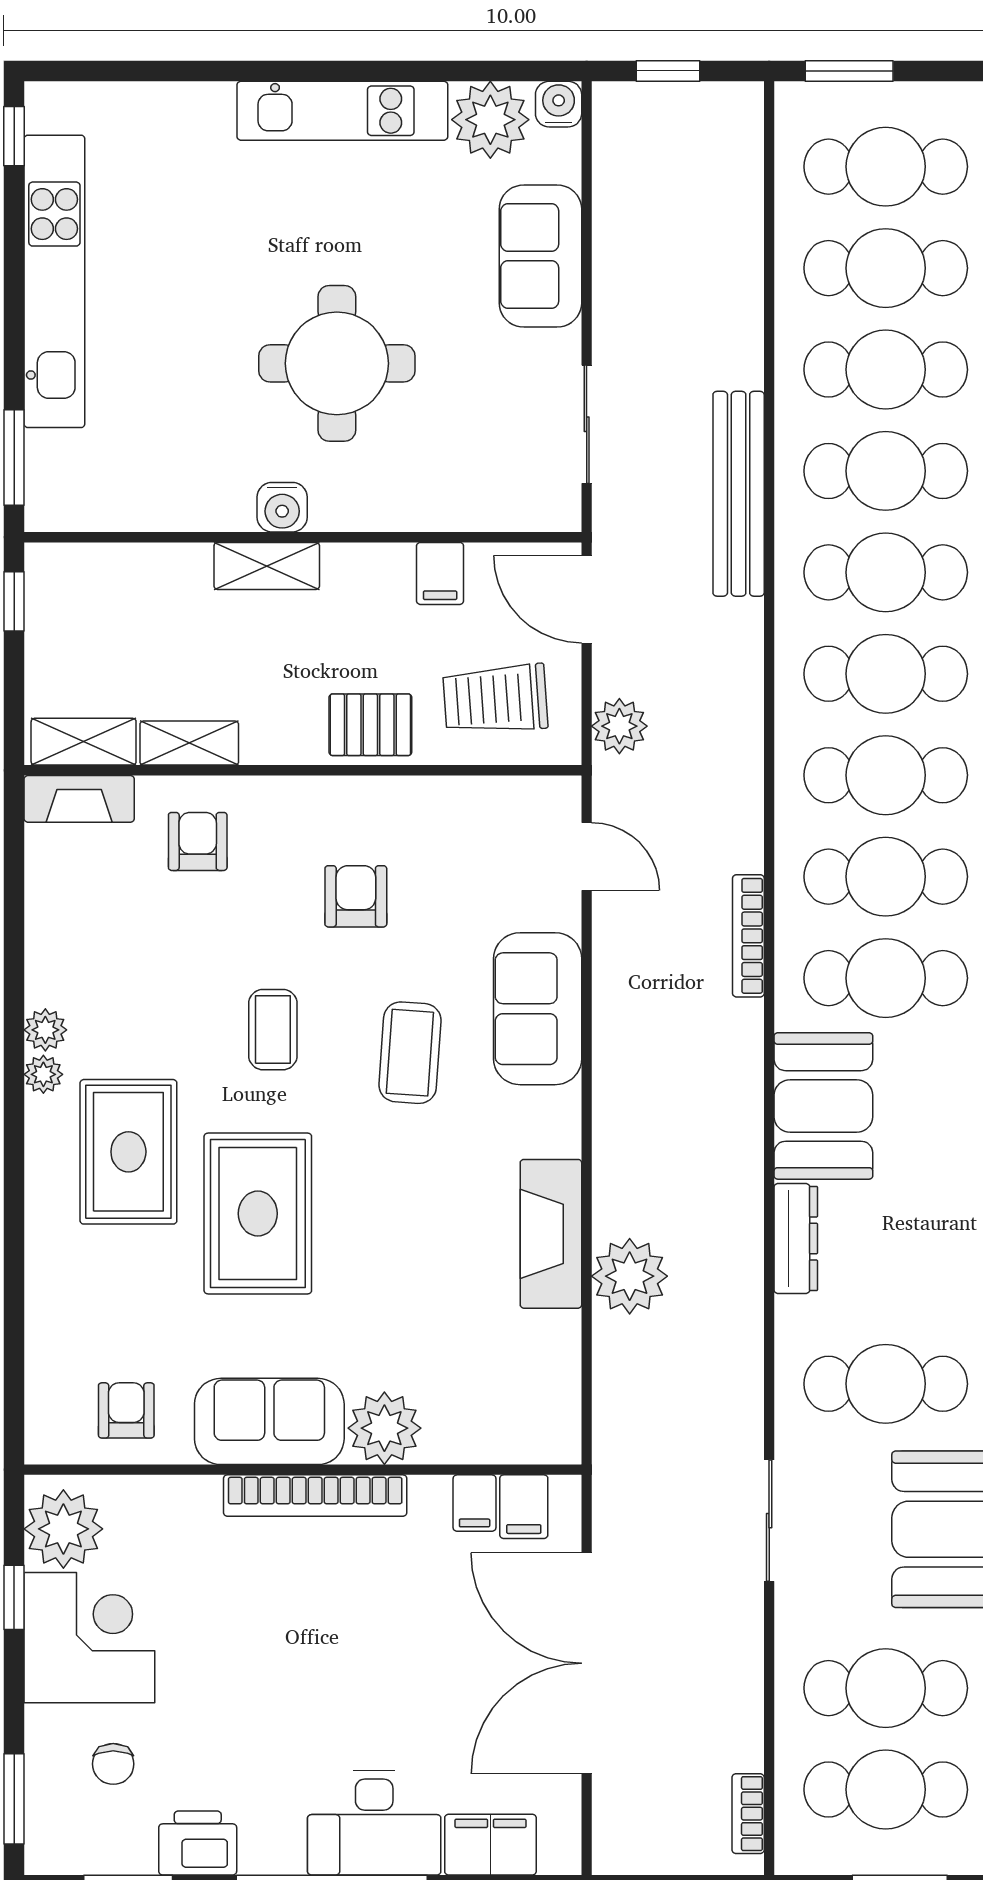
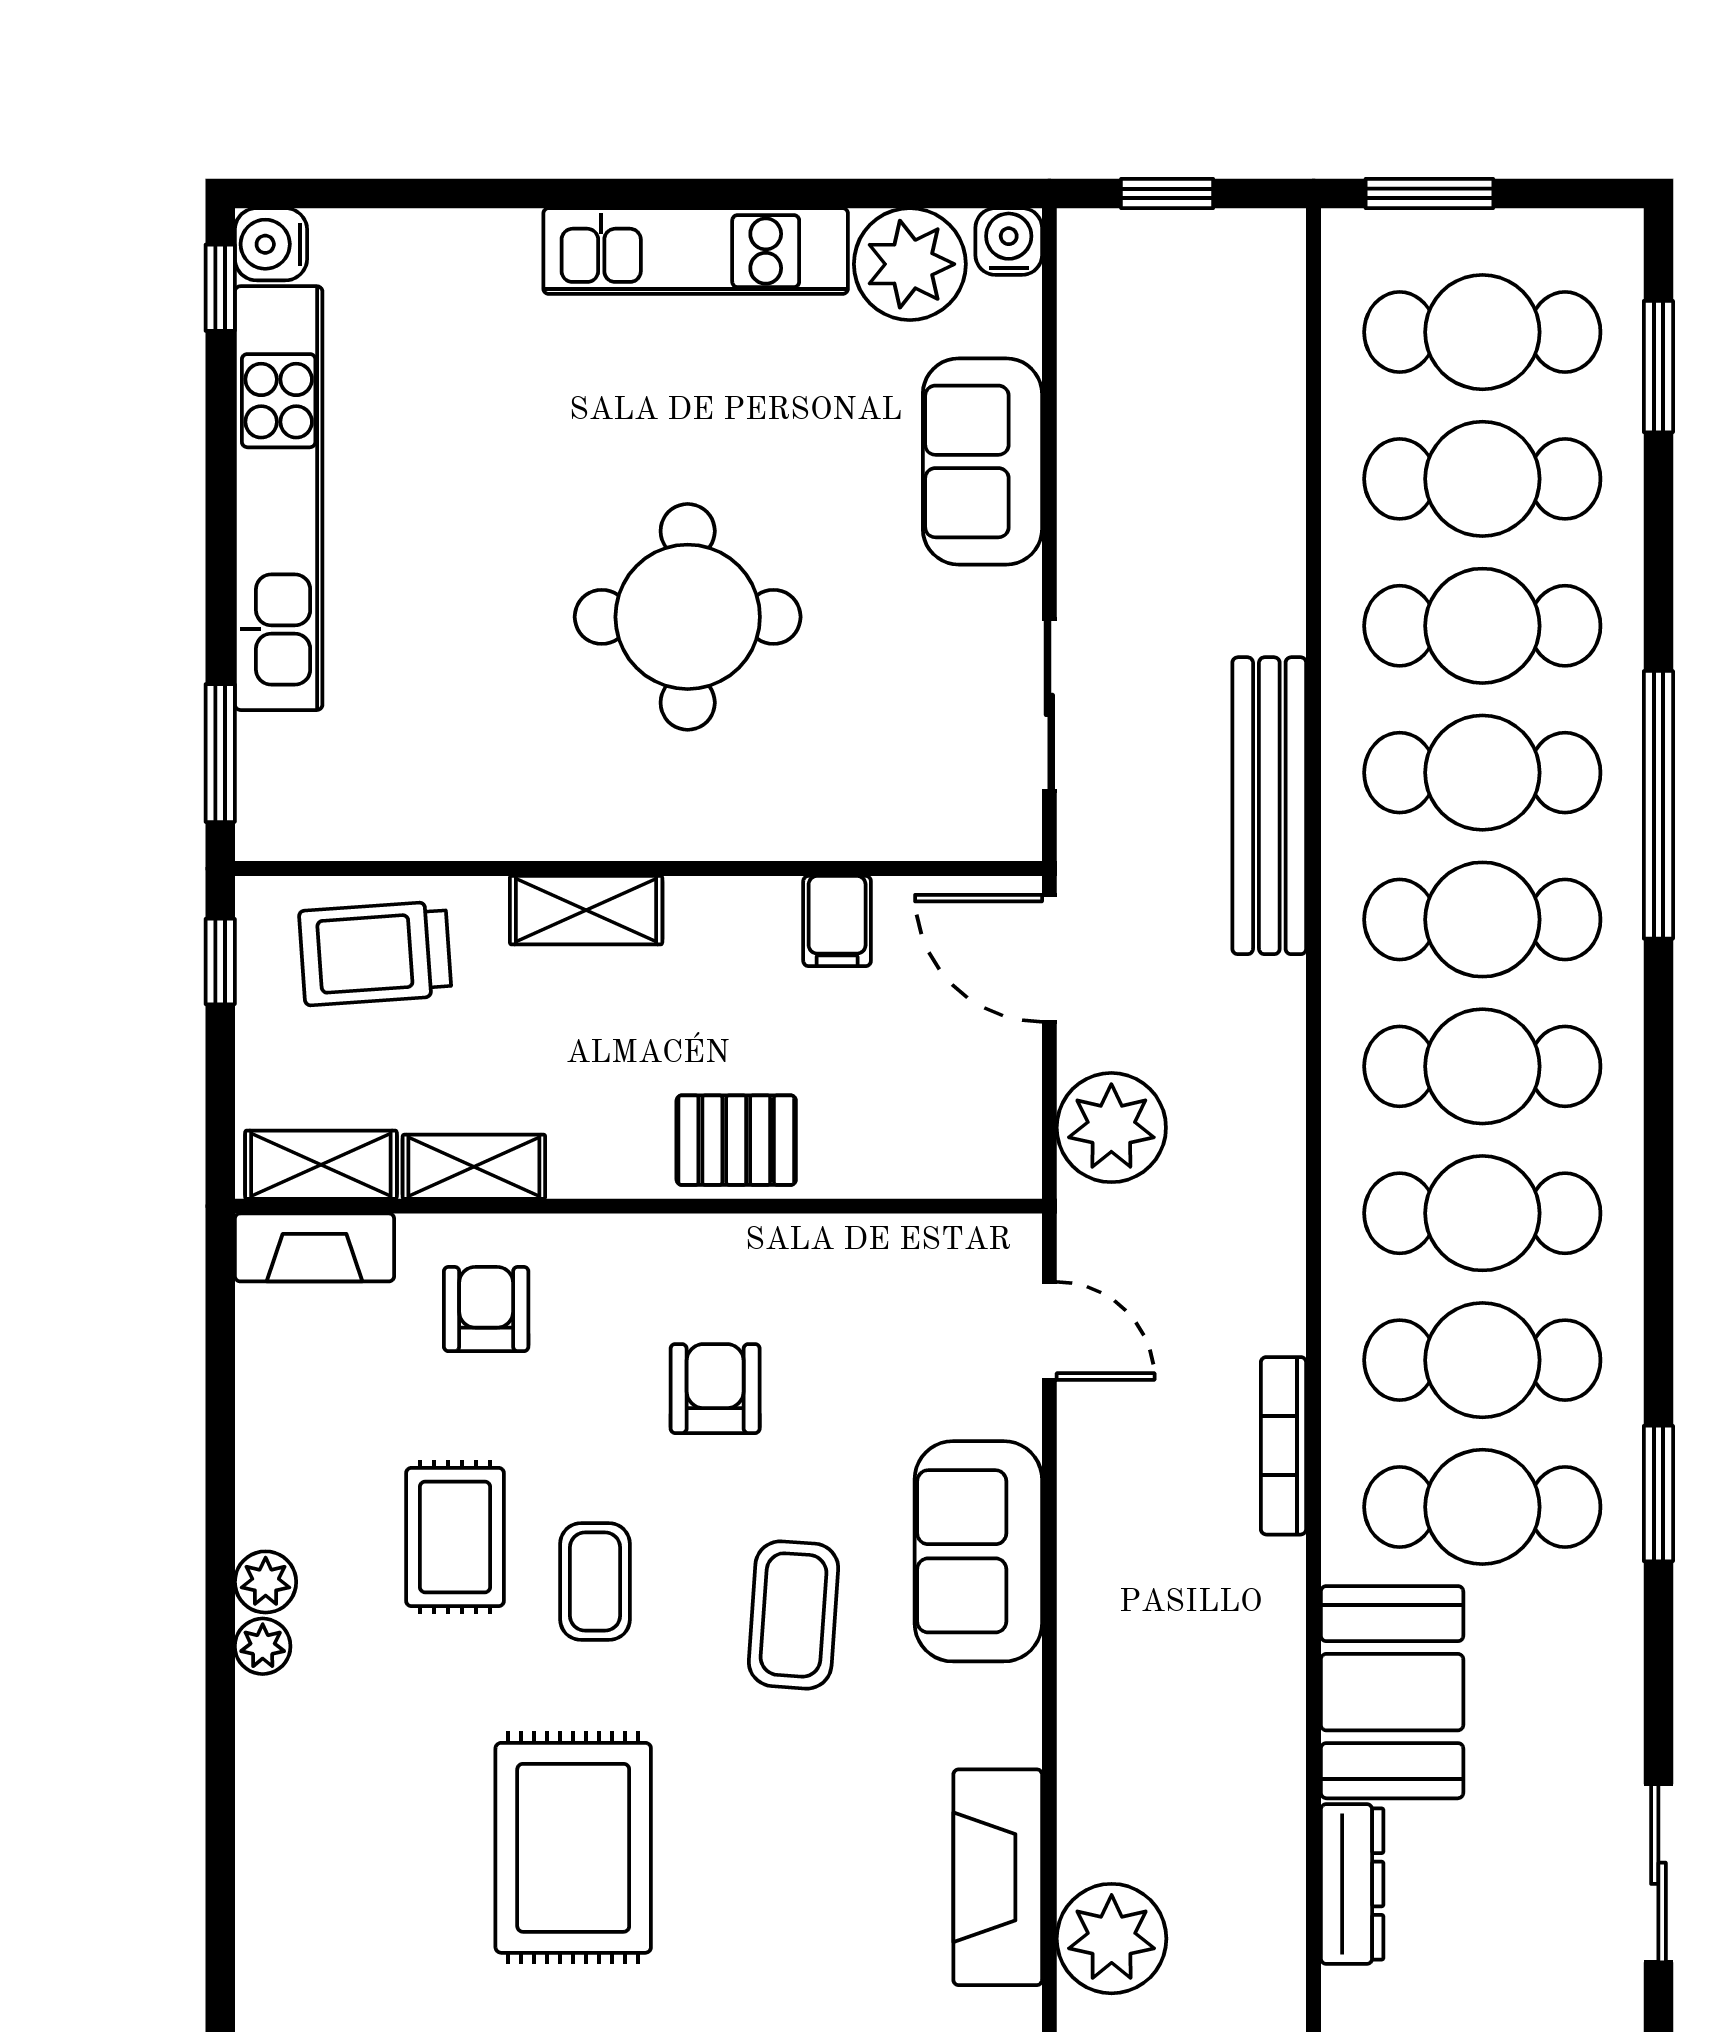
water cooler: (282, 507) -> (271, 244), moved, turned 90
trolley: (495, 699) -> (375, 953), moved
plant: (619, 726) -> (1111, 1128), width x1.36, depth x1.36
rug: (128, 1152) -> (455, 1537), moved, width x0.73, depth x0.70

